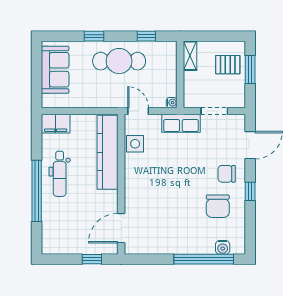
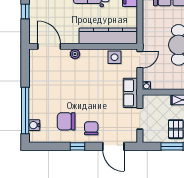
plant: (131, 195) -> (75, 54), added
window: (92, 259) -> (25, 11), moved

